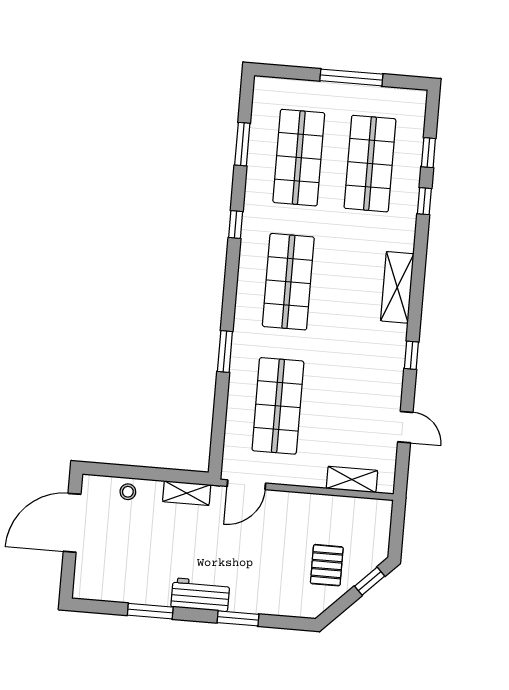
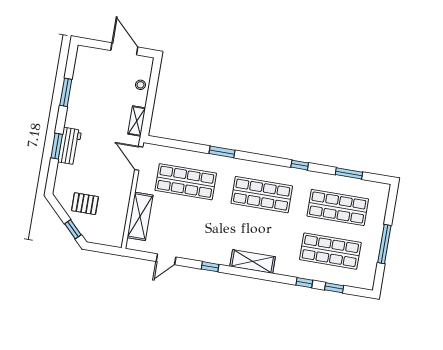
shelving: (352, 479) -> (140, 216), width x1.50, depth x1.33
door: (72, 523) -> (124, 49), width x0.73
workbench: (200, 595) -> (70, 146), moved

